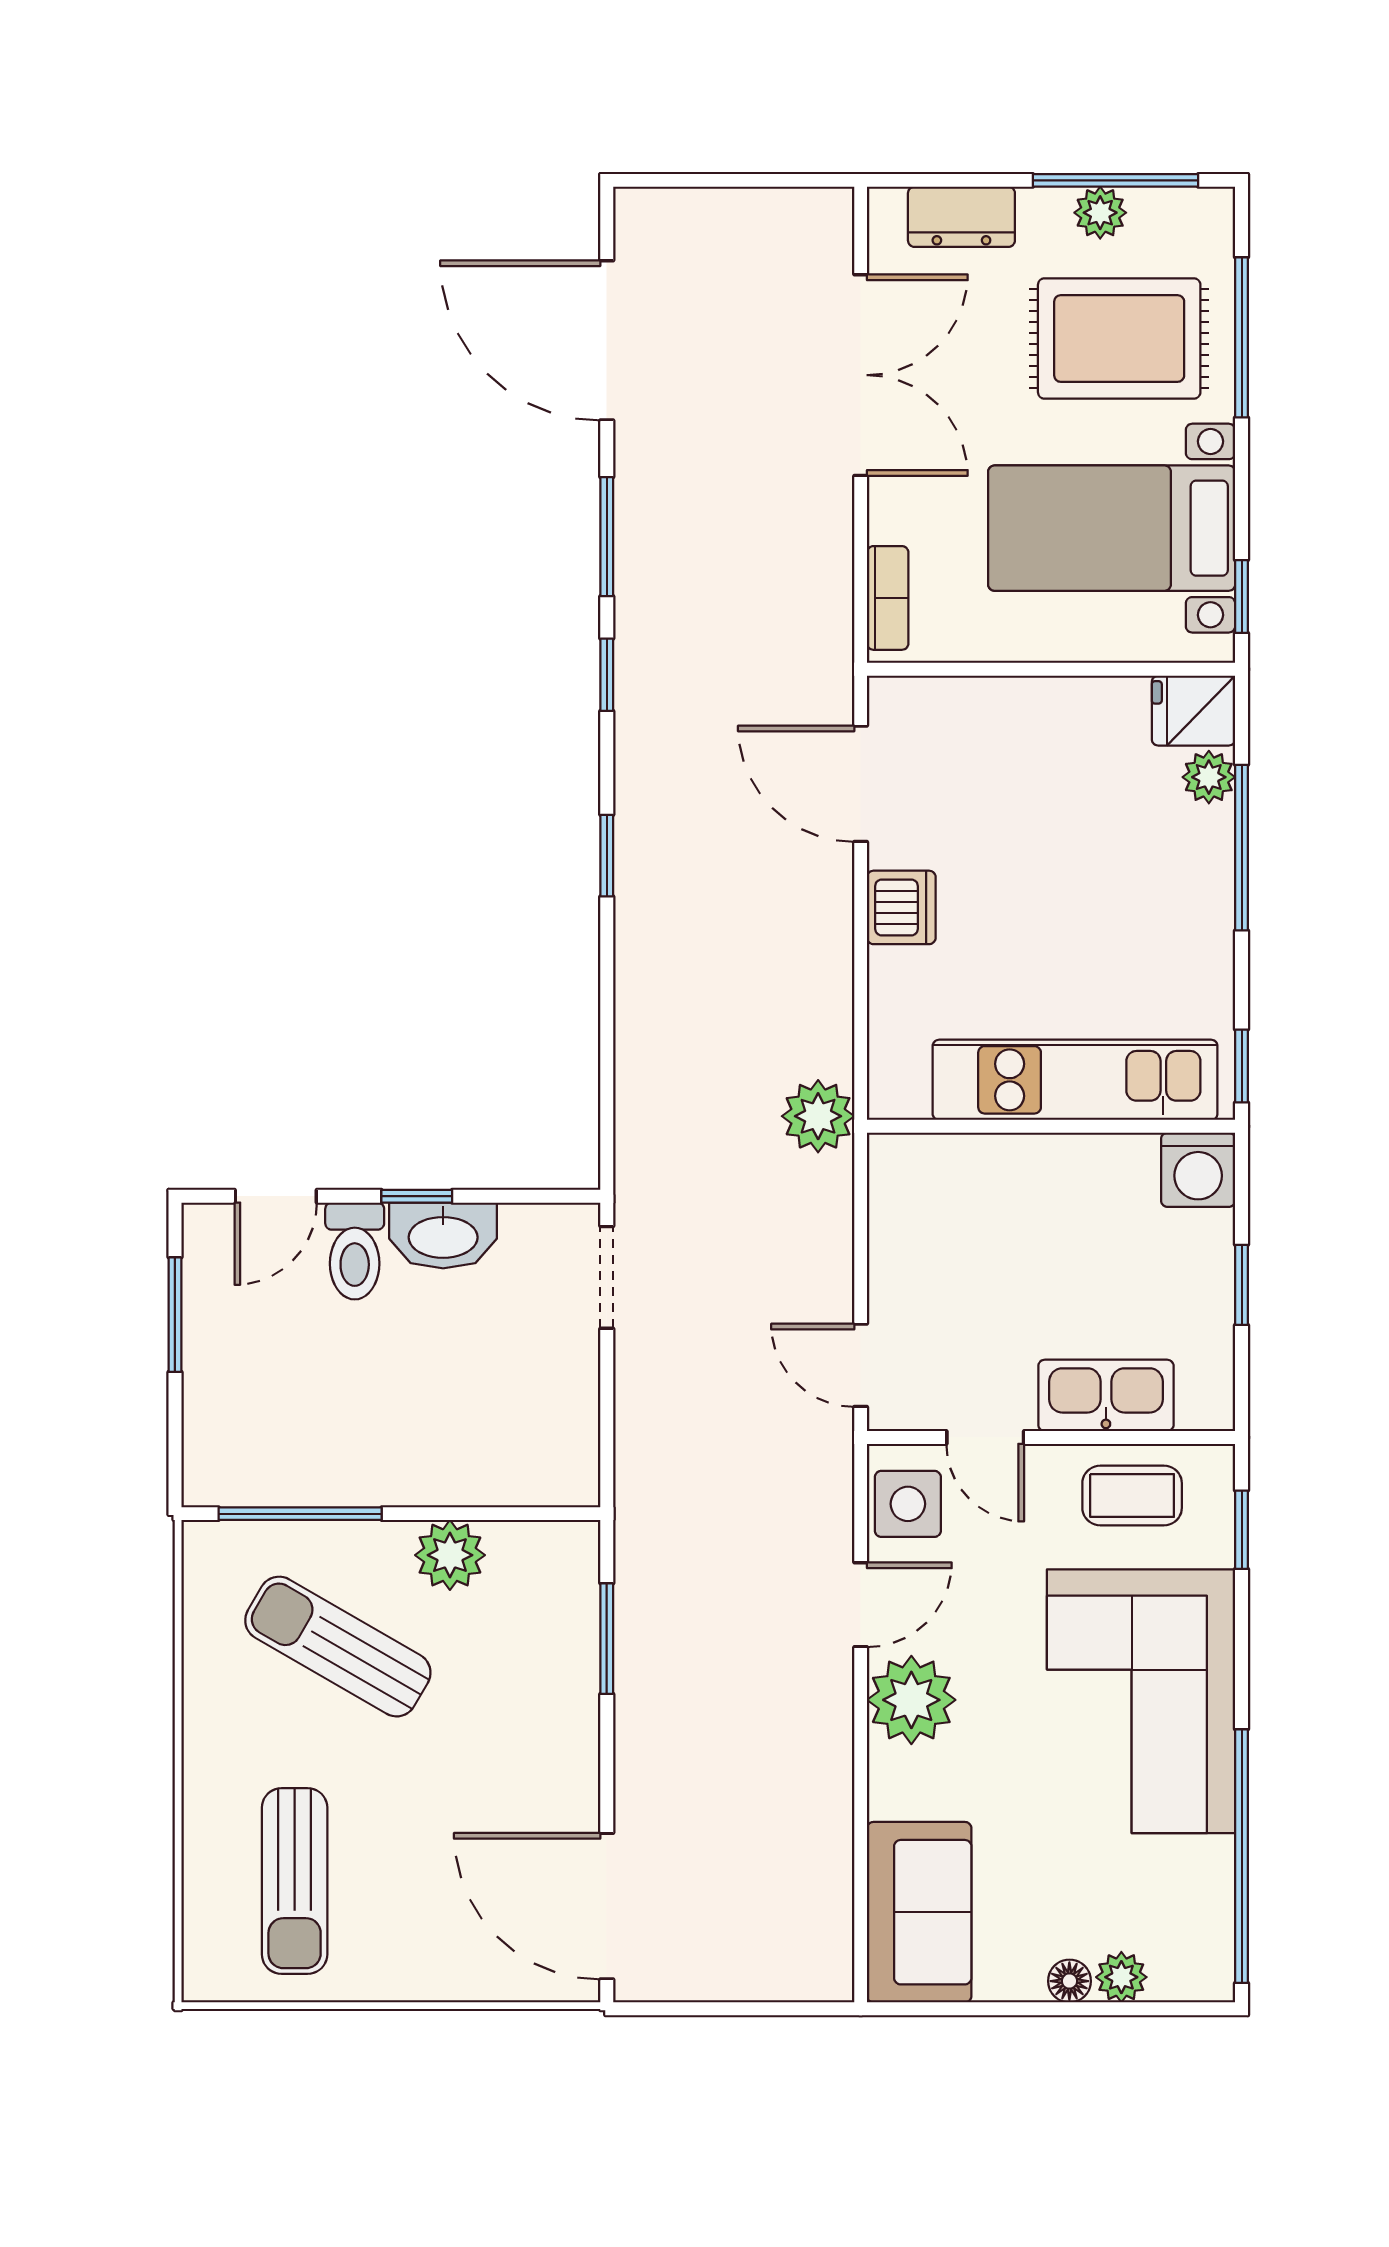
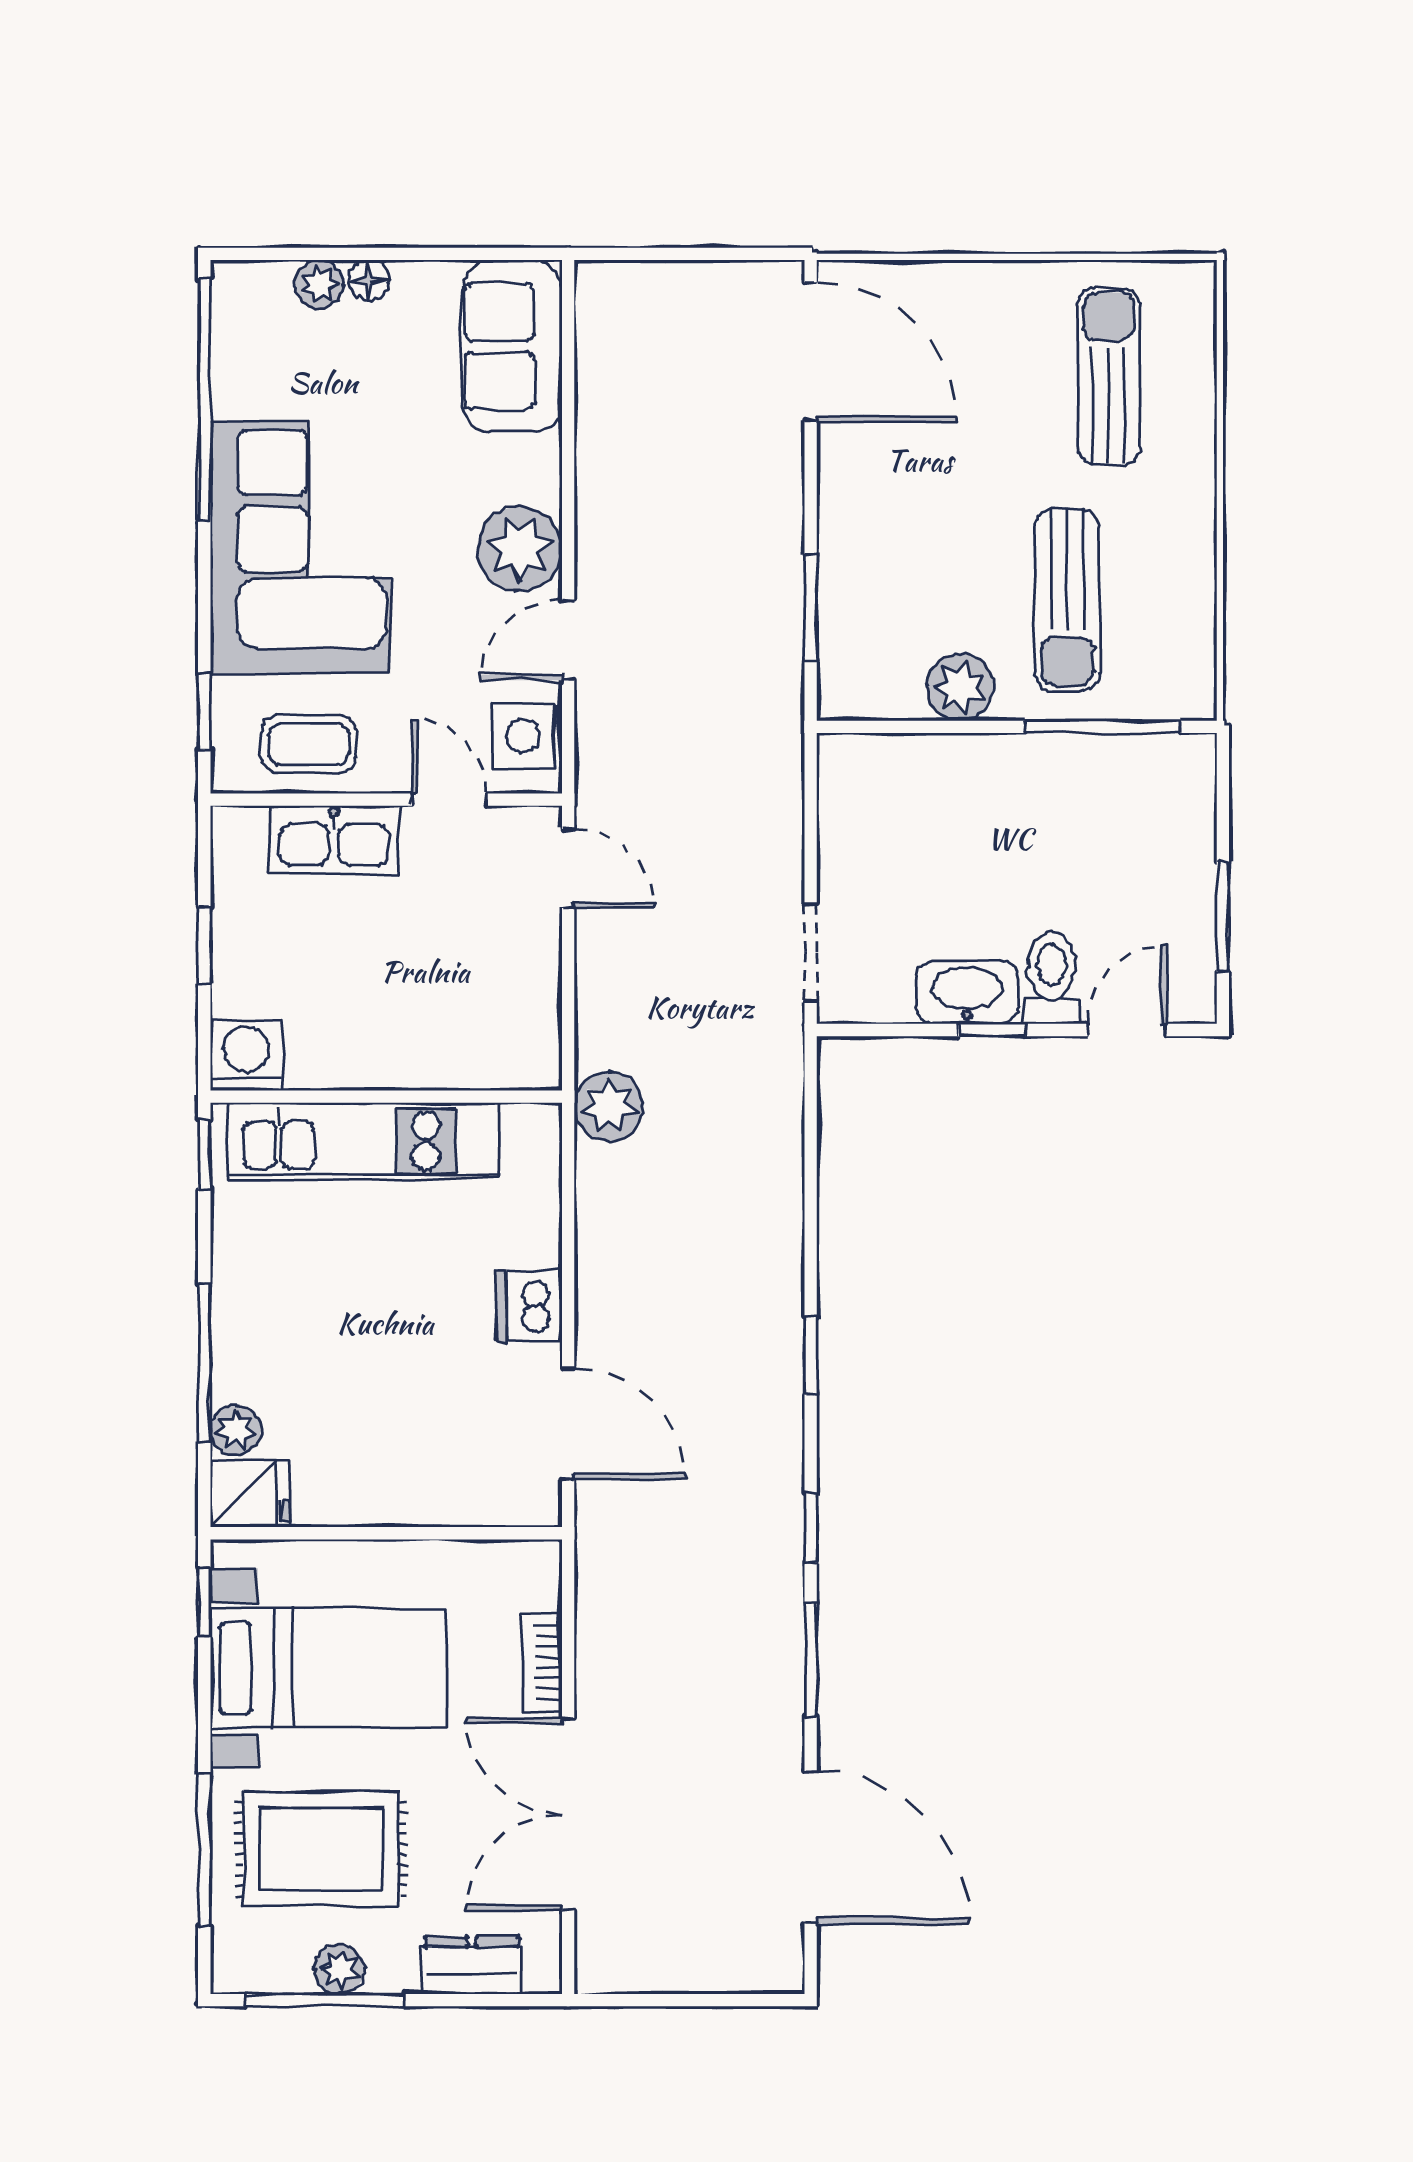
bookcase: (888, 598) -> (542, 1663), moved
sun lounger: (338, 1647) -> (1067, 600), turned 60

